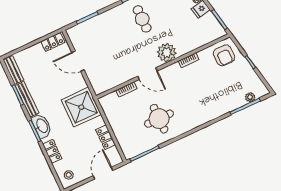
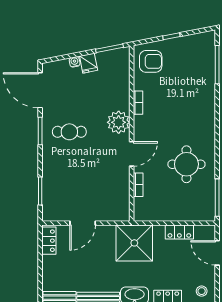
plant: (250, 97) -> (209, 54), removed

